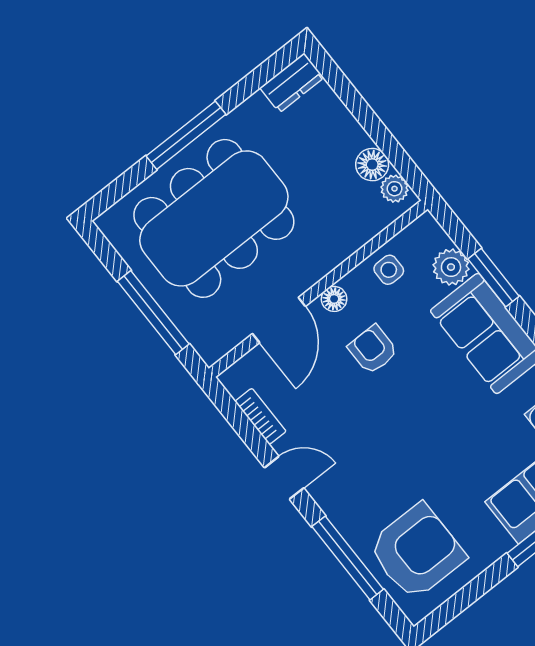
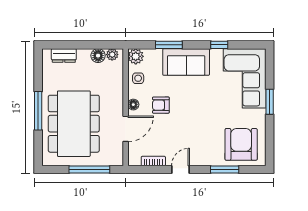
dresser: (292, 83) -> (64, 56), moved, turned 90
plant: (451, 267) -> (136, 56), moved
door: (279, 320) -> (126, 129), hinge flipped
window: (348, 558) -> (225, 169), width x0.69

